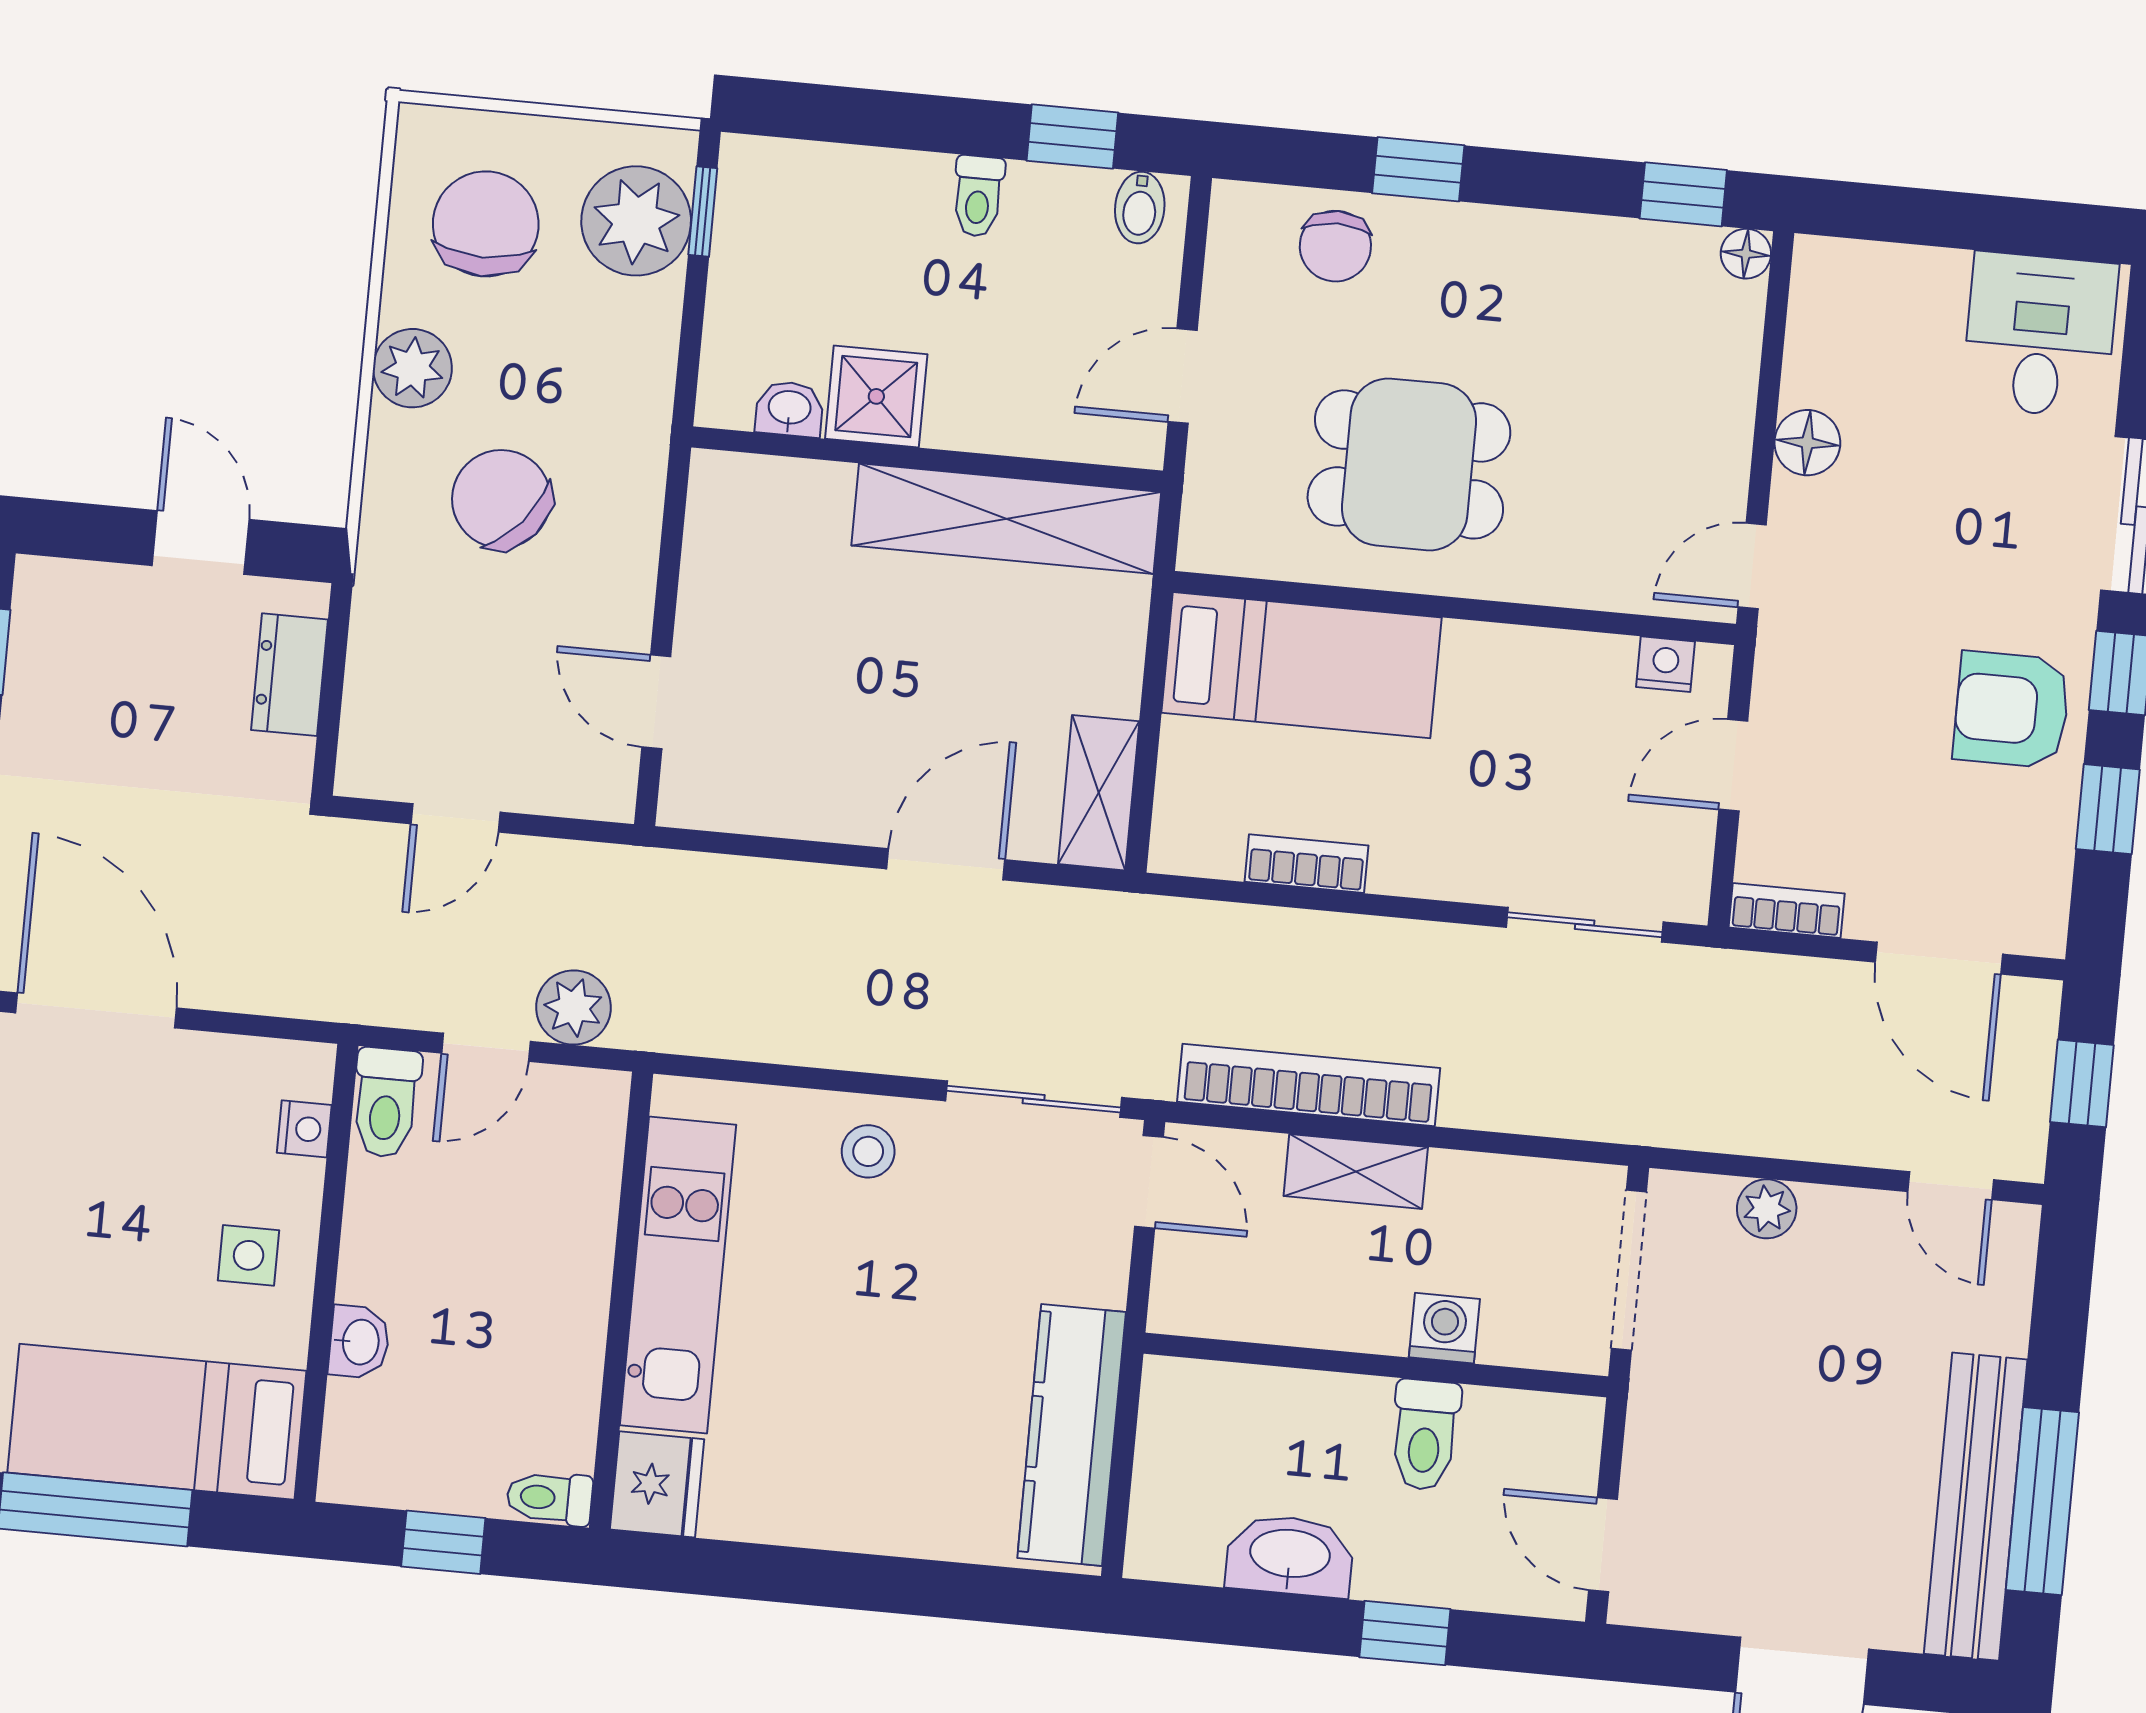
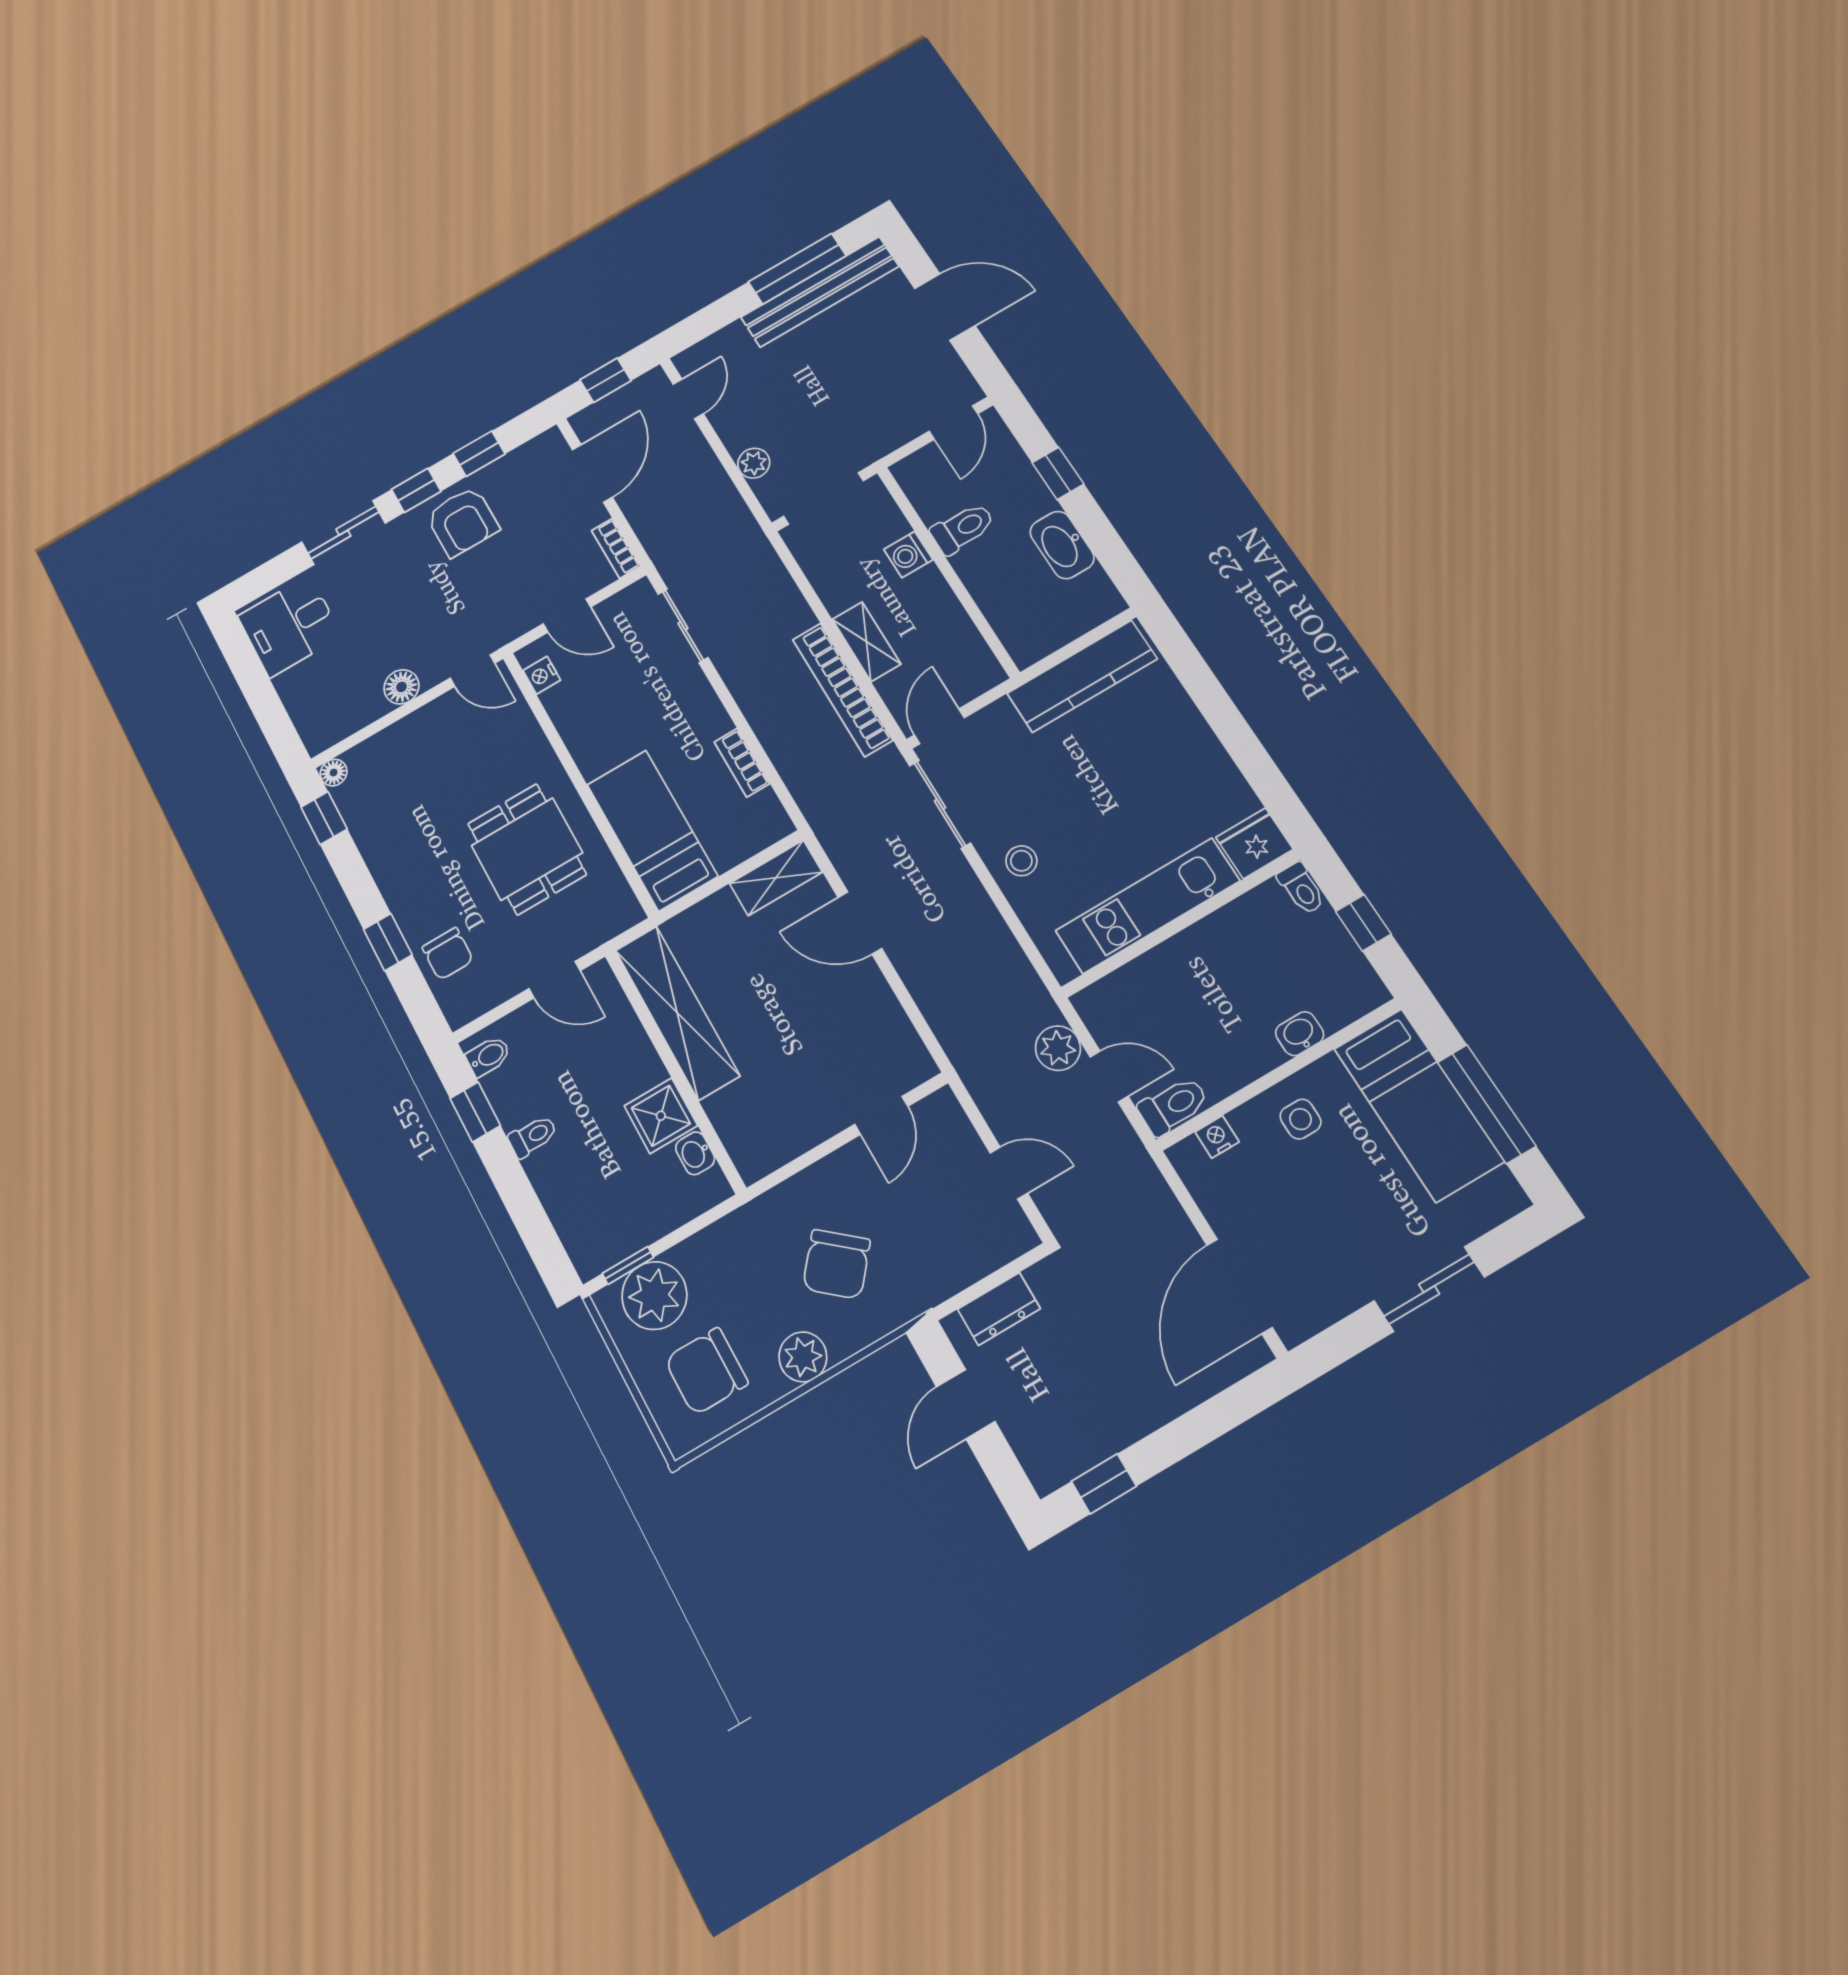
chair: (1335, 246) -> (448, 954), turned 90

